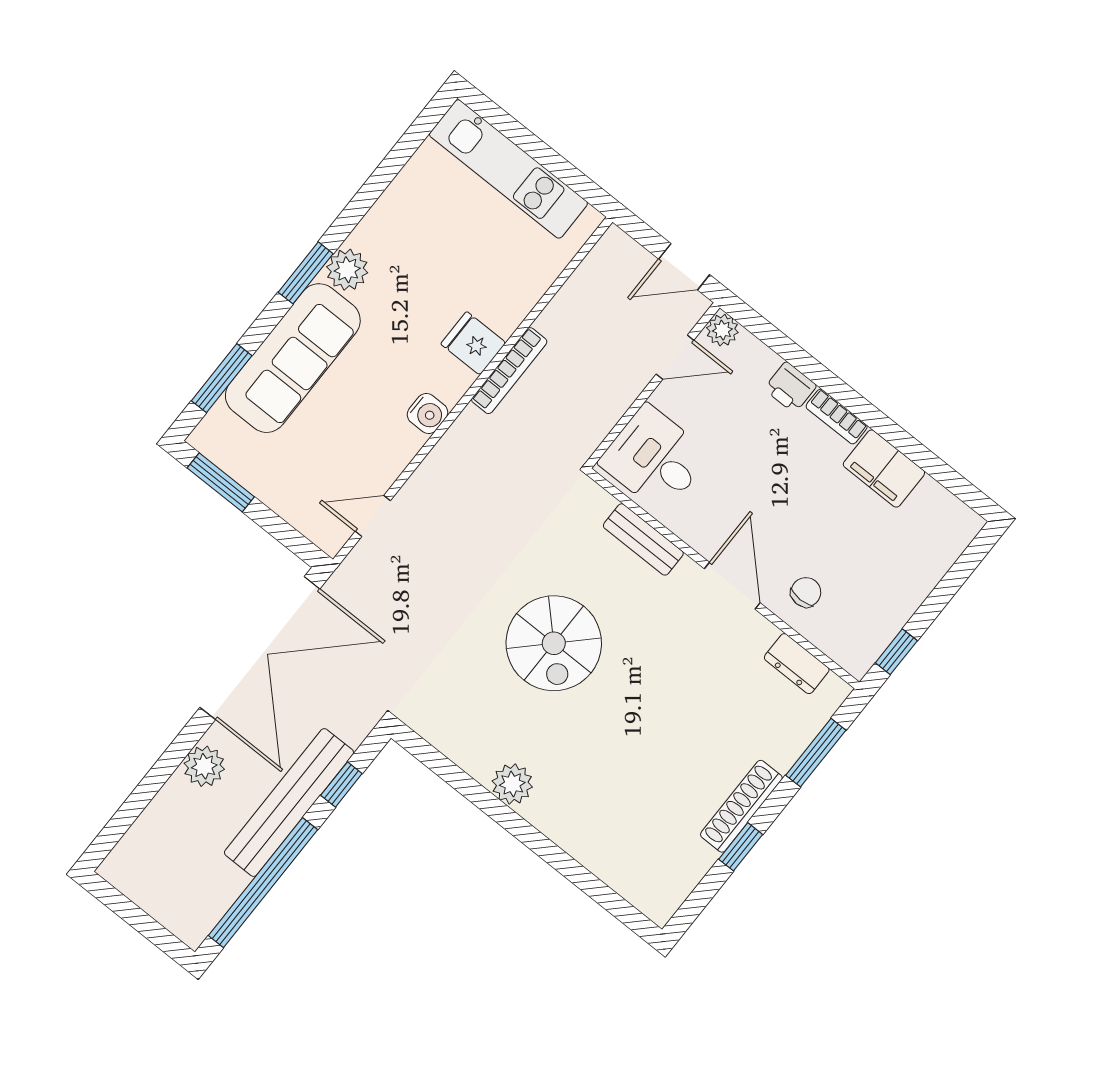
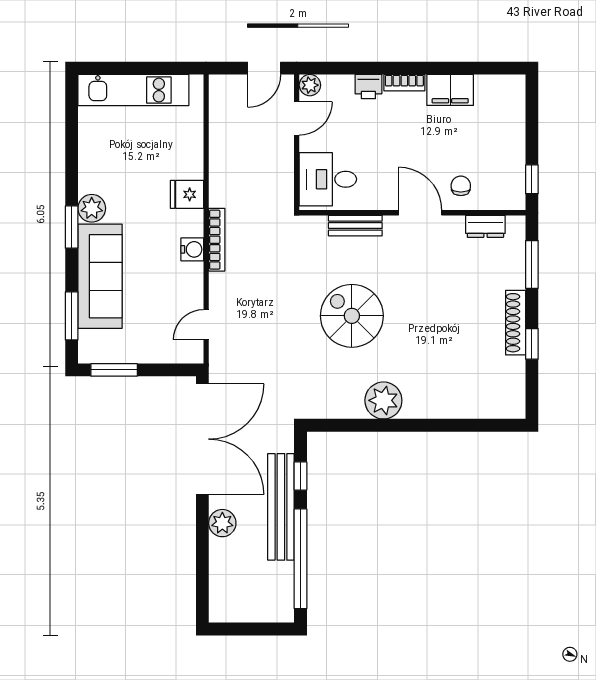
bookcase: (509, 371) -> (217, 240), moved
spiral stairs: (554, 643) -> (352, 316), turned 180
plant: (512, 784) -> (383, 400), width x1.36, depth x1.36

